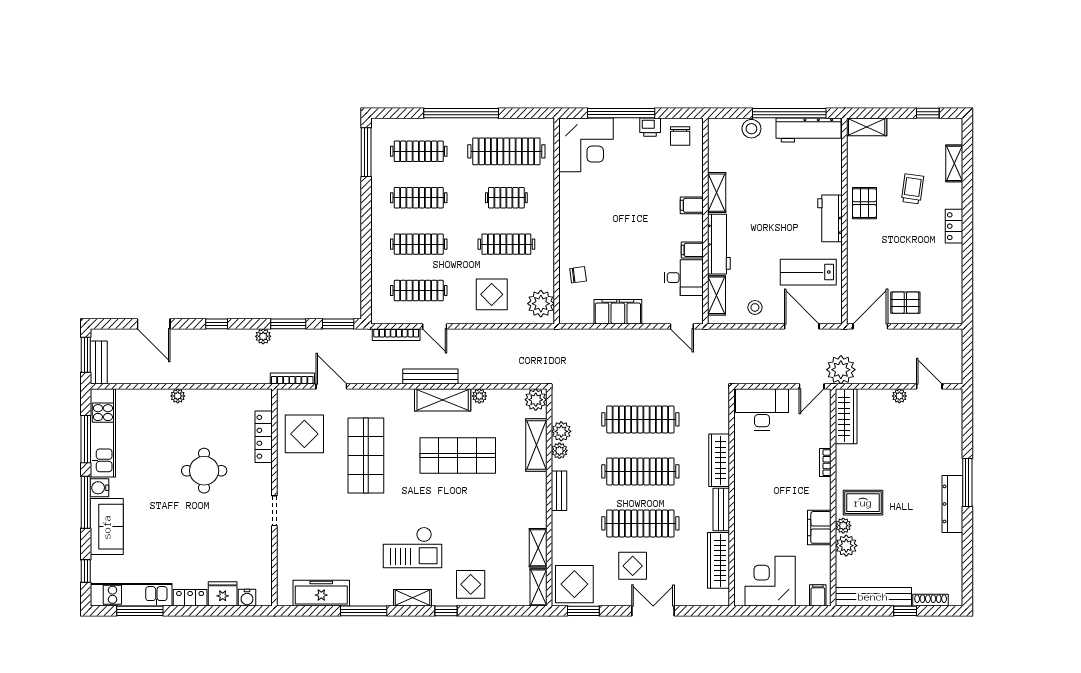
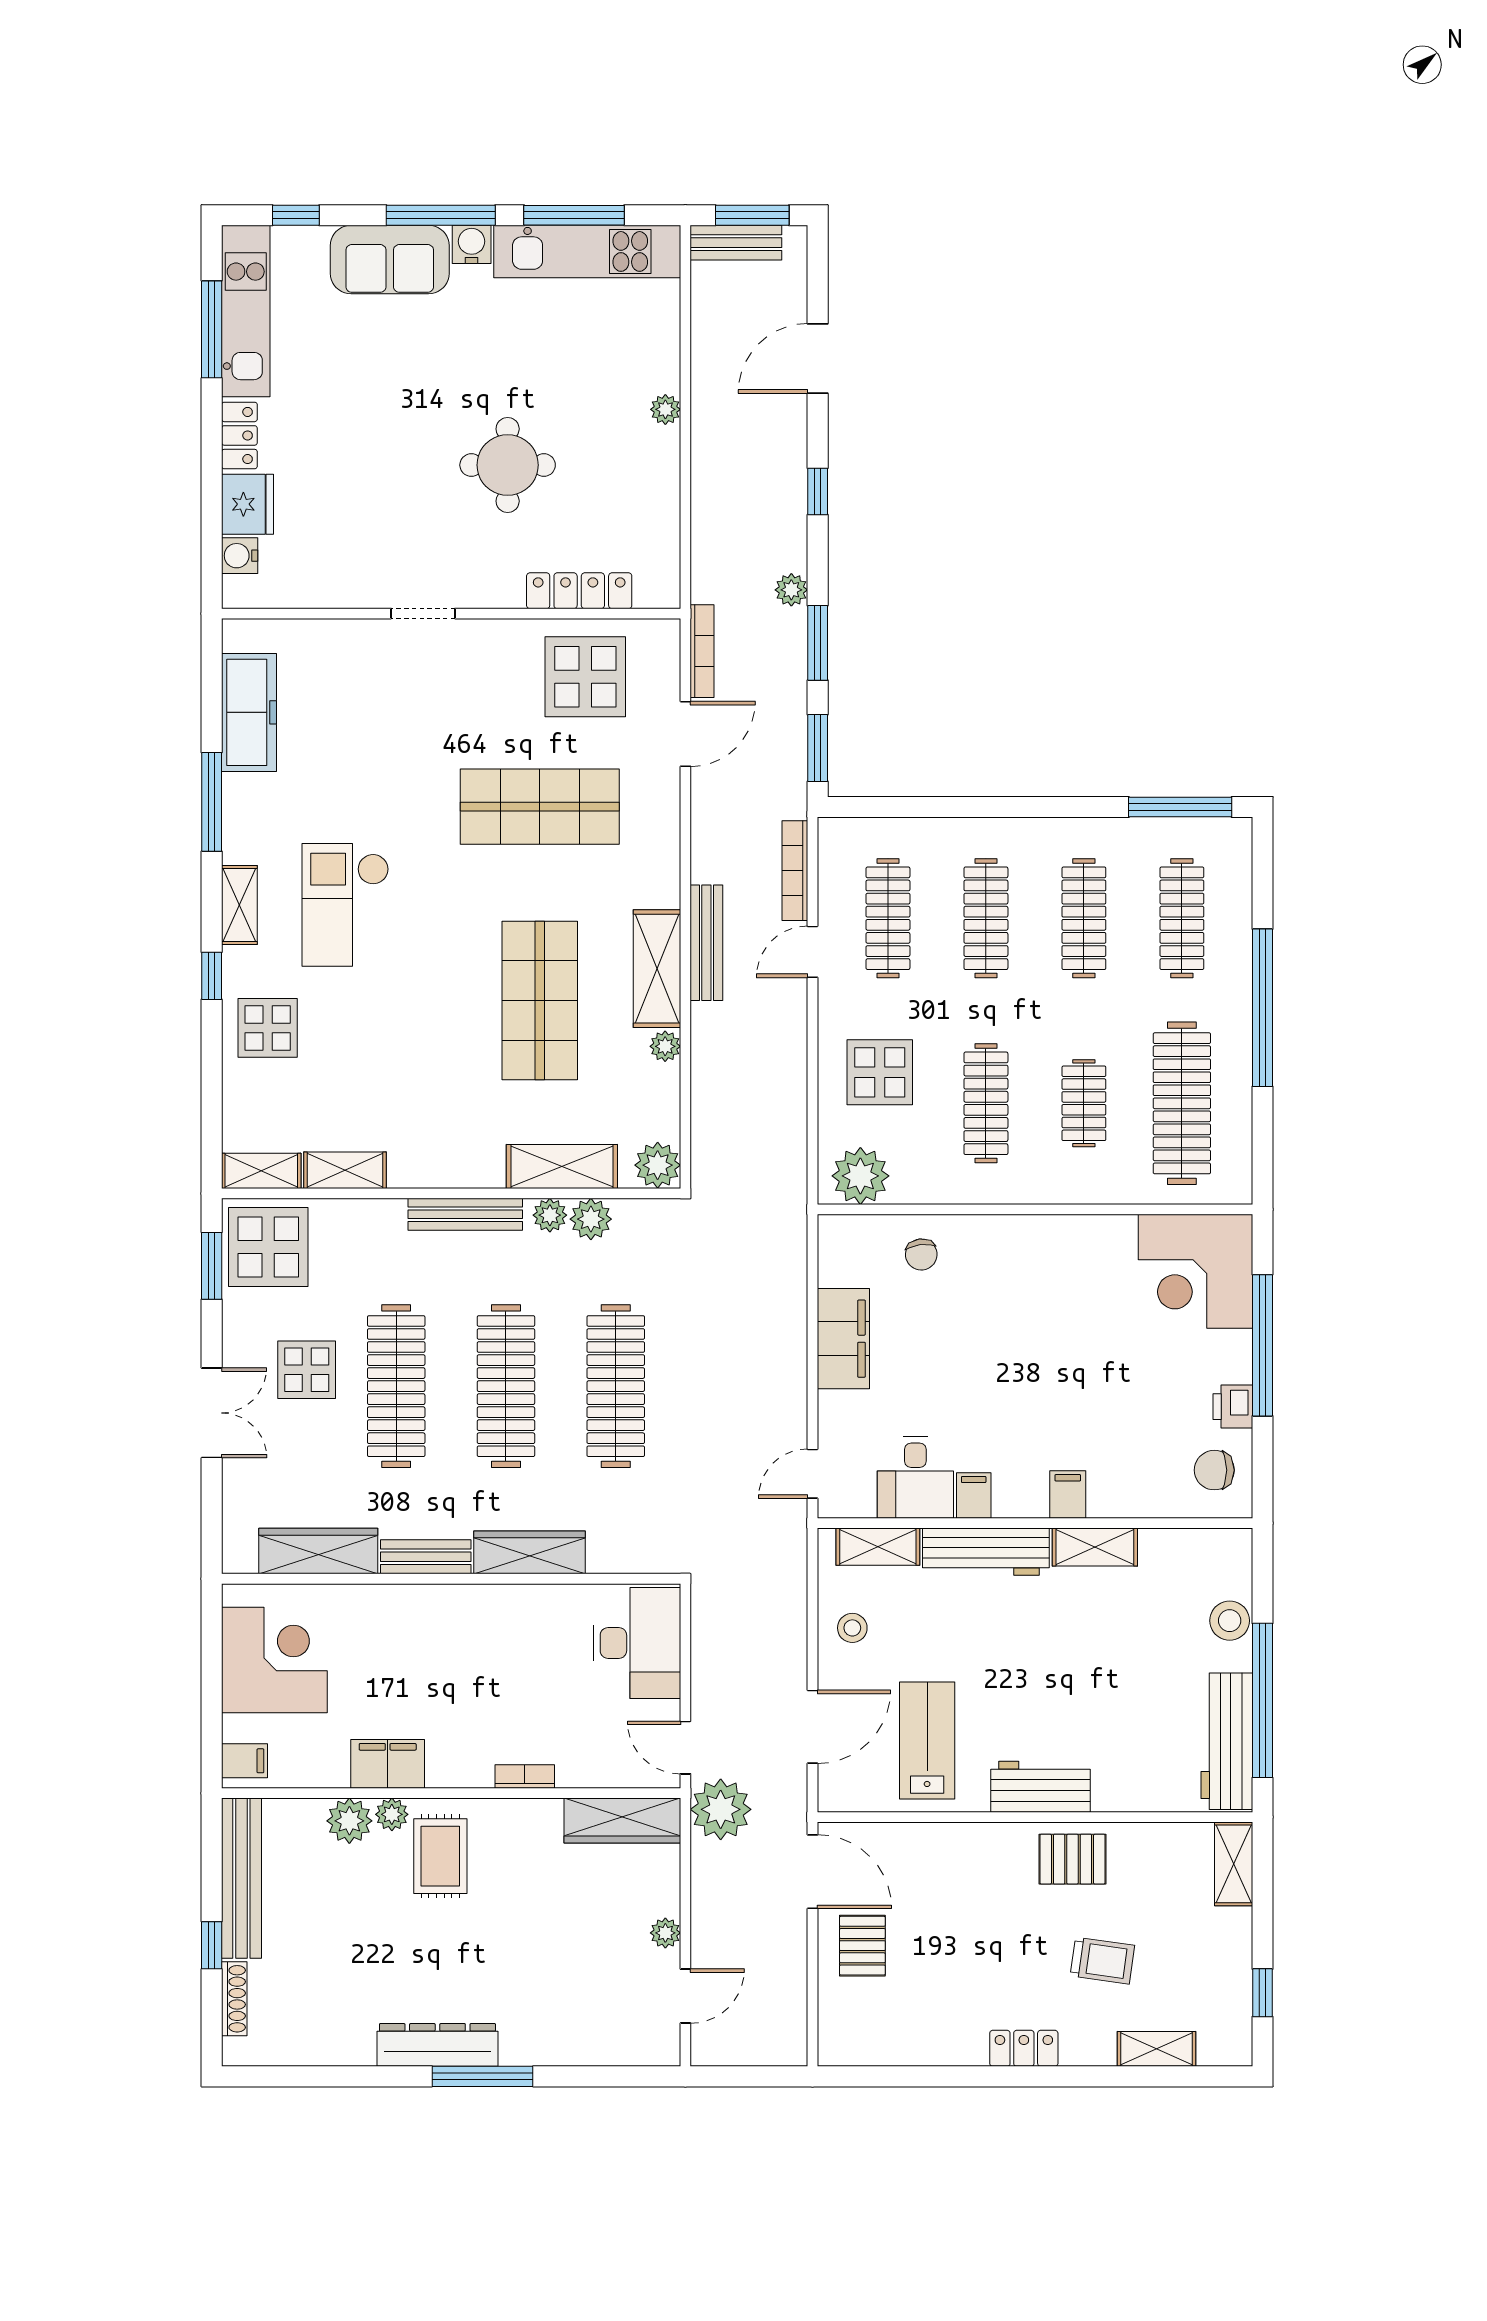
bench: (559, 491) -> (465, 1214), width x1.36

